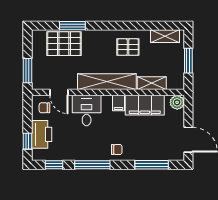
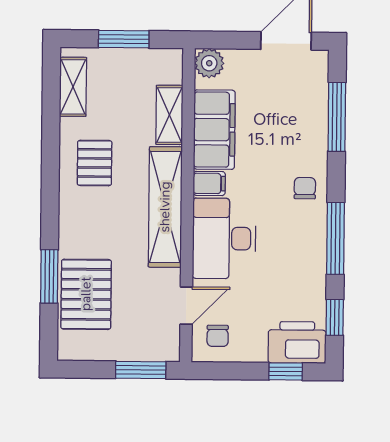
desk: (87, 110) -> (224, 238), width x1.37
printer: (42, 134) -> (297, 342), moved

